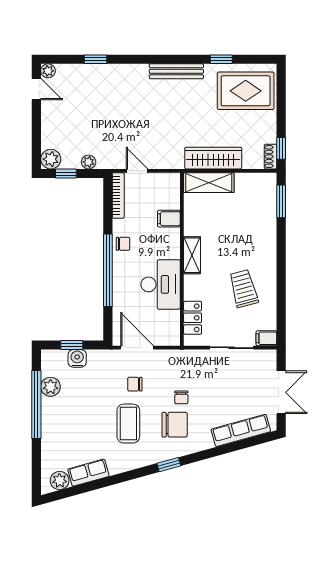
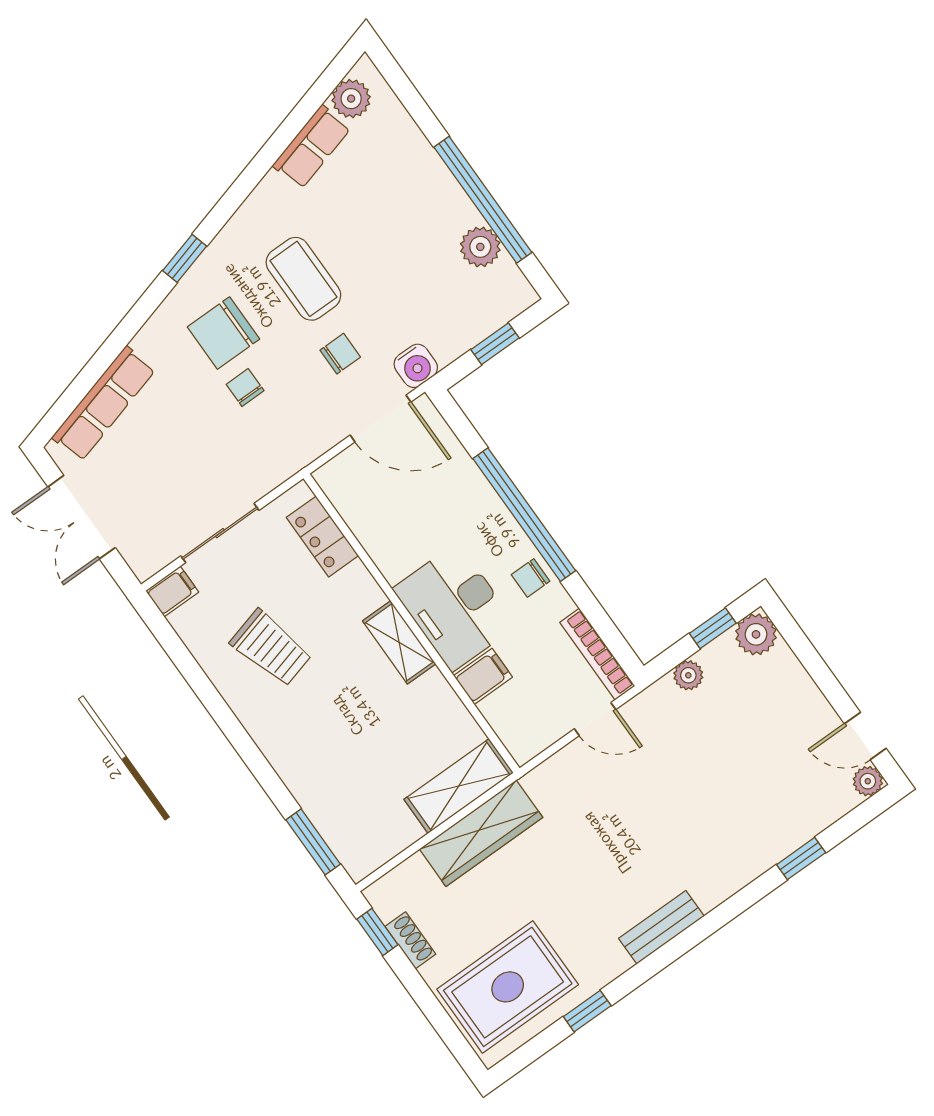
bench: (176, 71) -> (661, 927), width x0.73
shoe rack: (271, 157) -> (410, 940), moved
desk: (161, 284) -> (455, 607), moved
water cooler: (77, 358) -> (416, 366), moved

